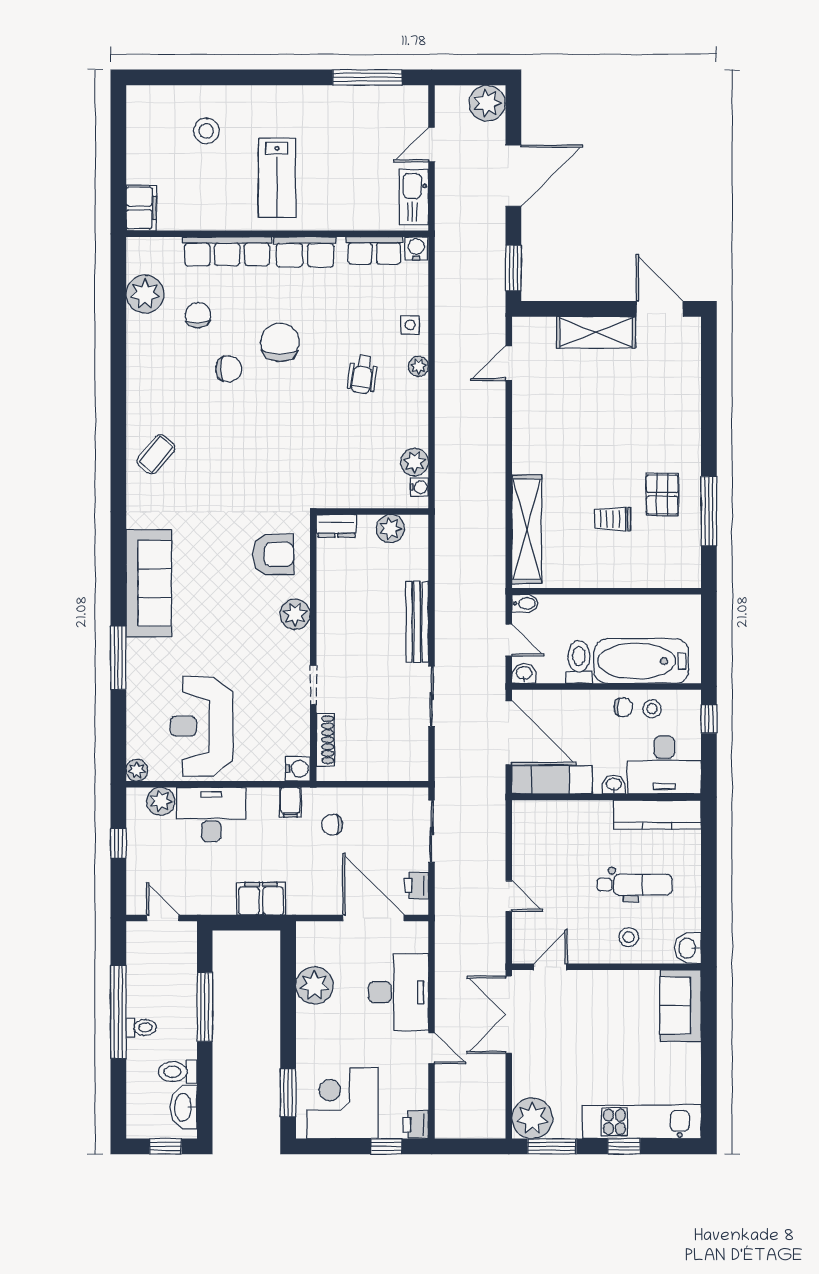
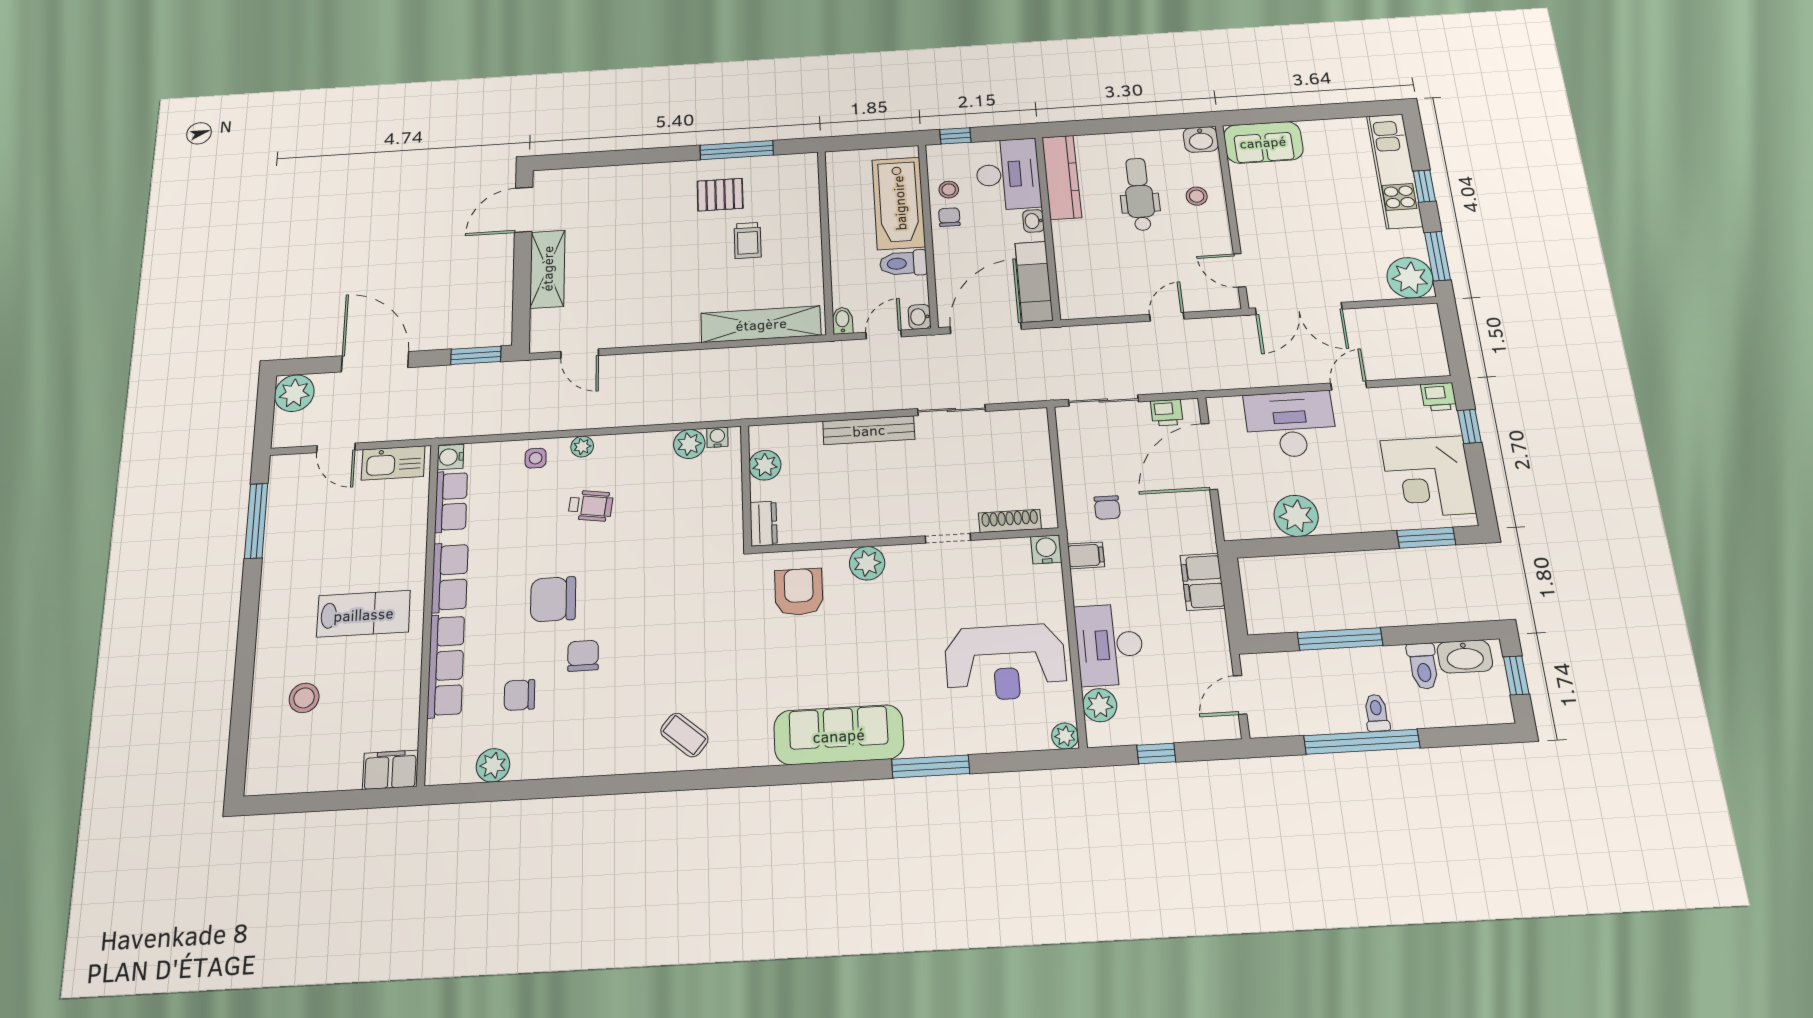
plant: (145, 294) -> (493, 765), width x0.73, depth x0.73

